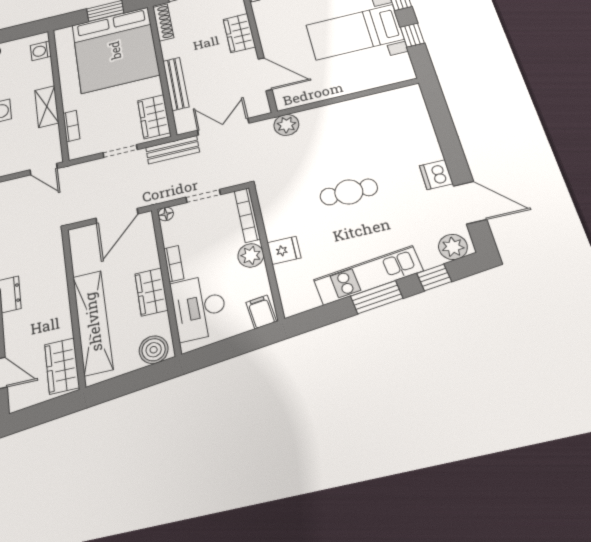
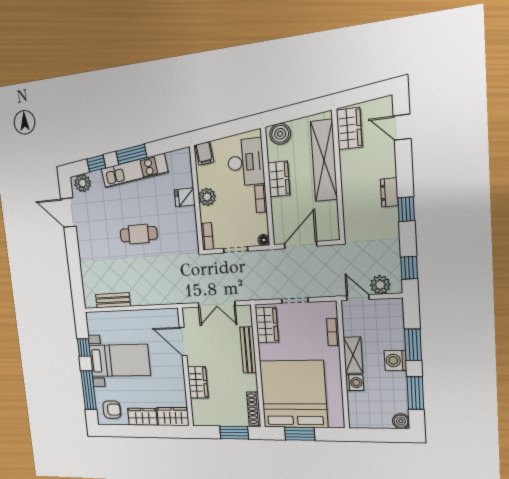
washing machine: (41, 51) -> (355, 383), moved
plant: (286, 125) -> (380, 285), moved
bench: (173, 150) -> (113, 300), moved
dishwasher: (436, 175) -> (85, 237), removed
bookcase: (247, 215) -> (207, 236), width x0.64

